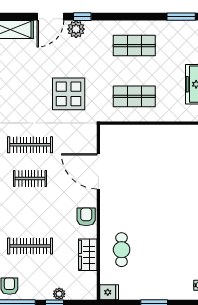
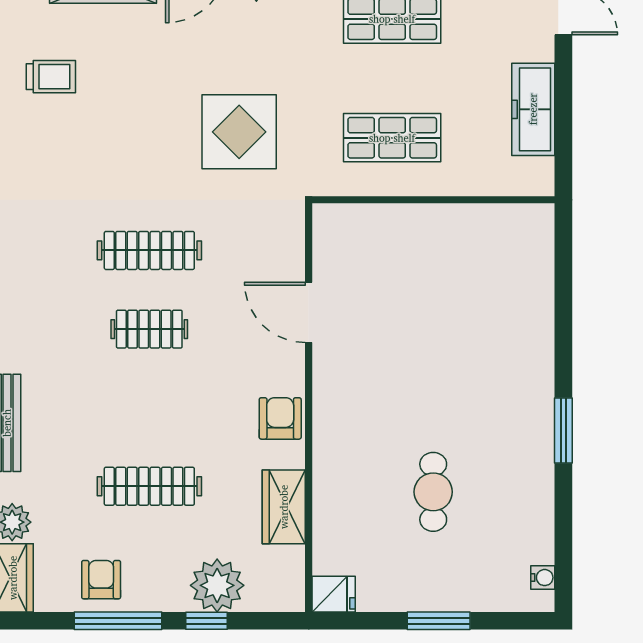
door: (98, 171) -> (309, 312), width x0.73
cafe table: (122, 250) -> (433, 492), moved
plant: (59, 294) -> (217, 585), width x1.88, depth x1.88

